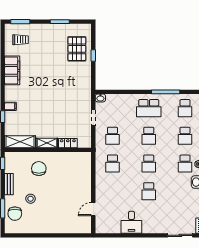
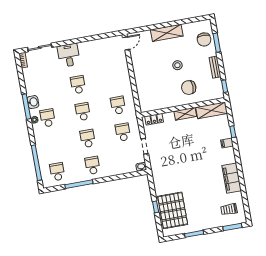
pallet: (77, 49) -> (173, 210), width x1.37, depth x1.41
school desk: (149, 108) -> (92, 165), width x0.54
school desk: (185, 136) -> (52, 145), removed
locker: (68, 143) -> (154, 119), moved
chair: (39, 169) -> (189, 88), turned 90
stool: (31, 199) -> (177, 65), moved
door: (93, 209) -> (126, 43), moved
chair: (15, 214) -> (204, 40), turned 180
desk: (131, 222) -> (69, 55), moved
shelving: (51, 227) -> (167, 33), added

